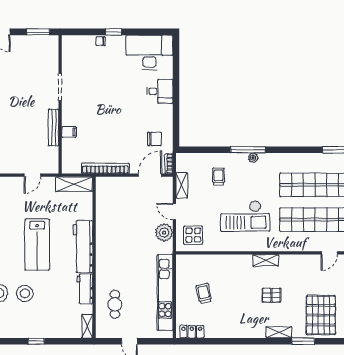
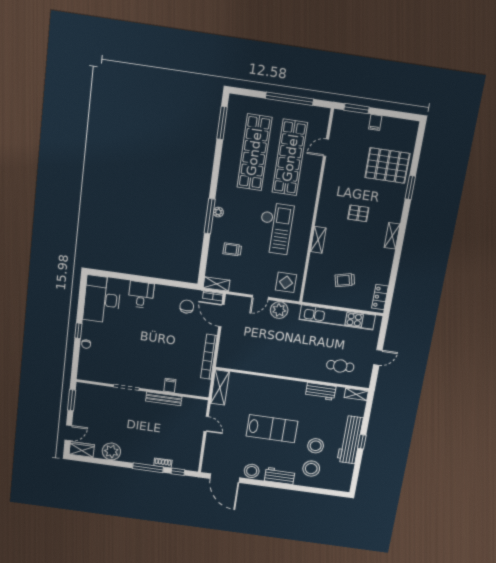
shelving: (182, 185) -> (217, 284), moved
workbench: (83, 247) -> (350, 440), moved, turned 90
door: (329, 253) -> (326, 148), swing flipped
shelving: (266, 260) -> (318, 240), moved
pallet: (271, 295) -> (358, 213), turned 90
shelving: (279, 332) -> (392, 236), moved

